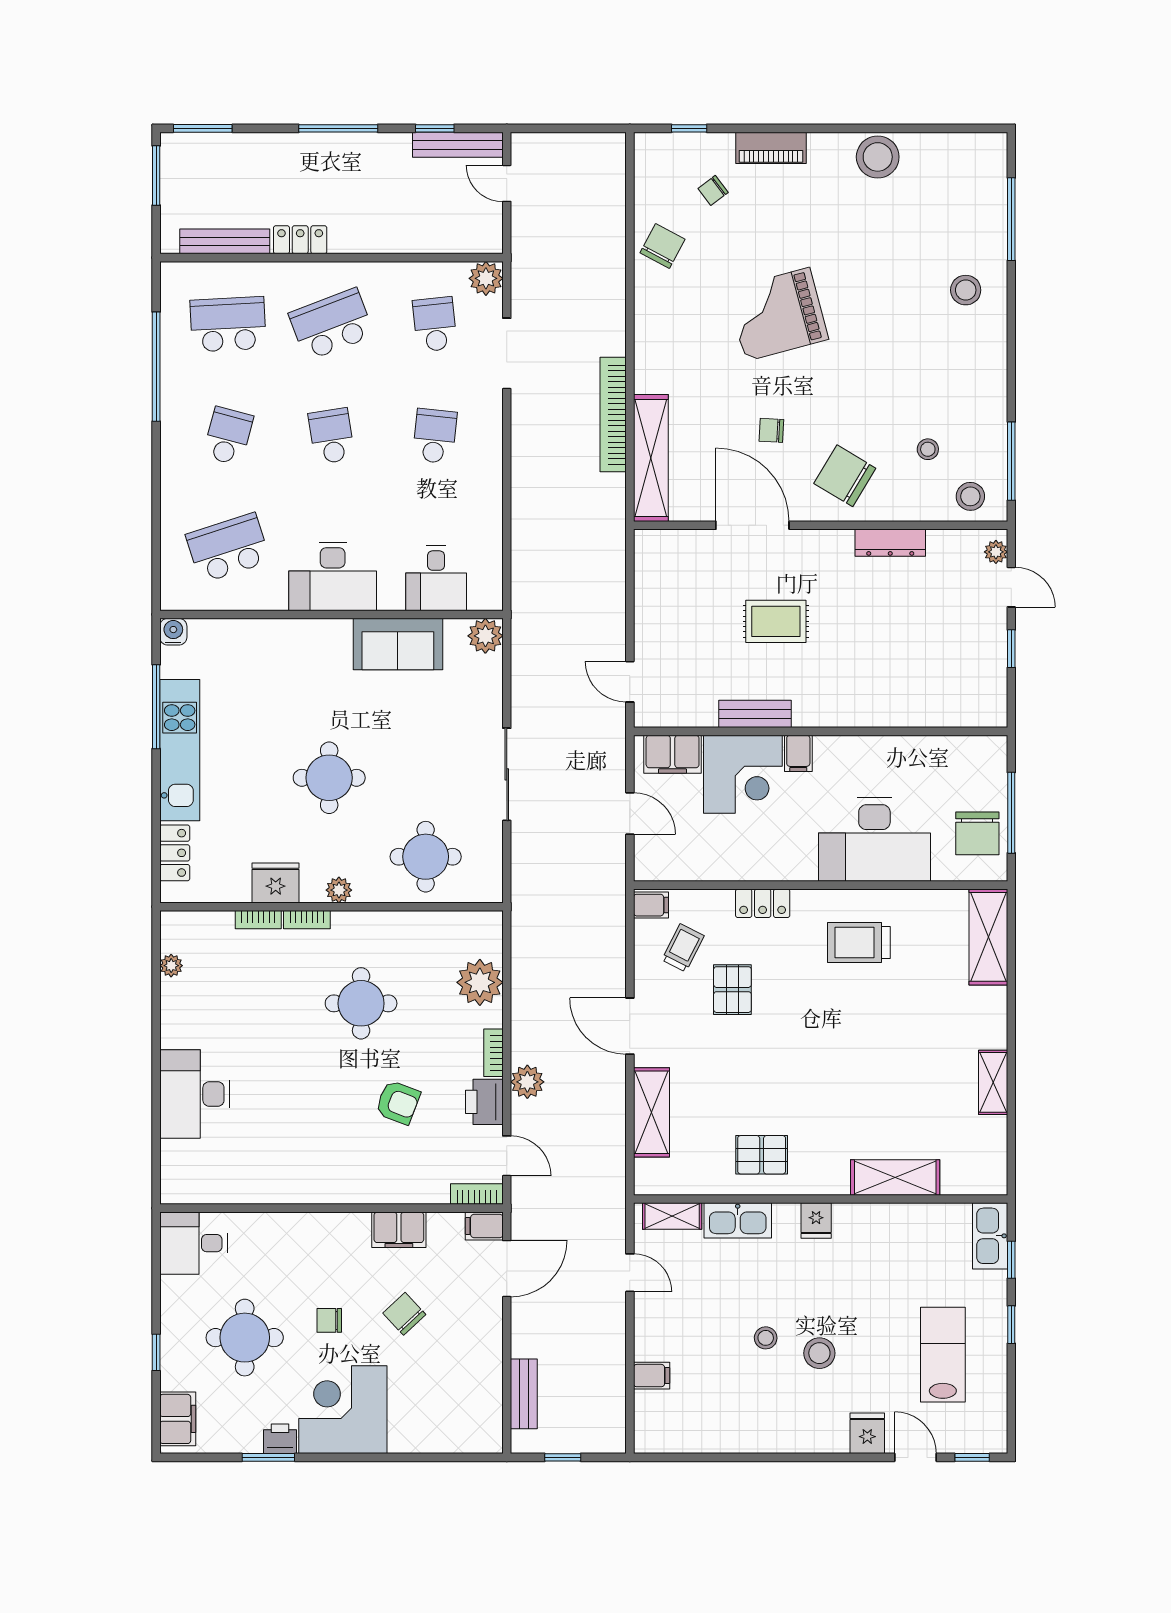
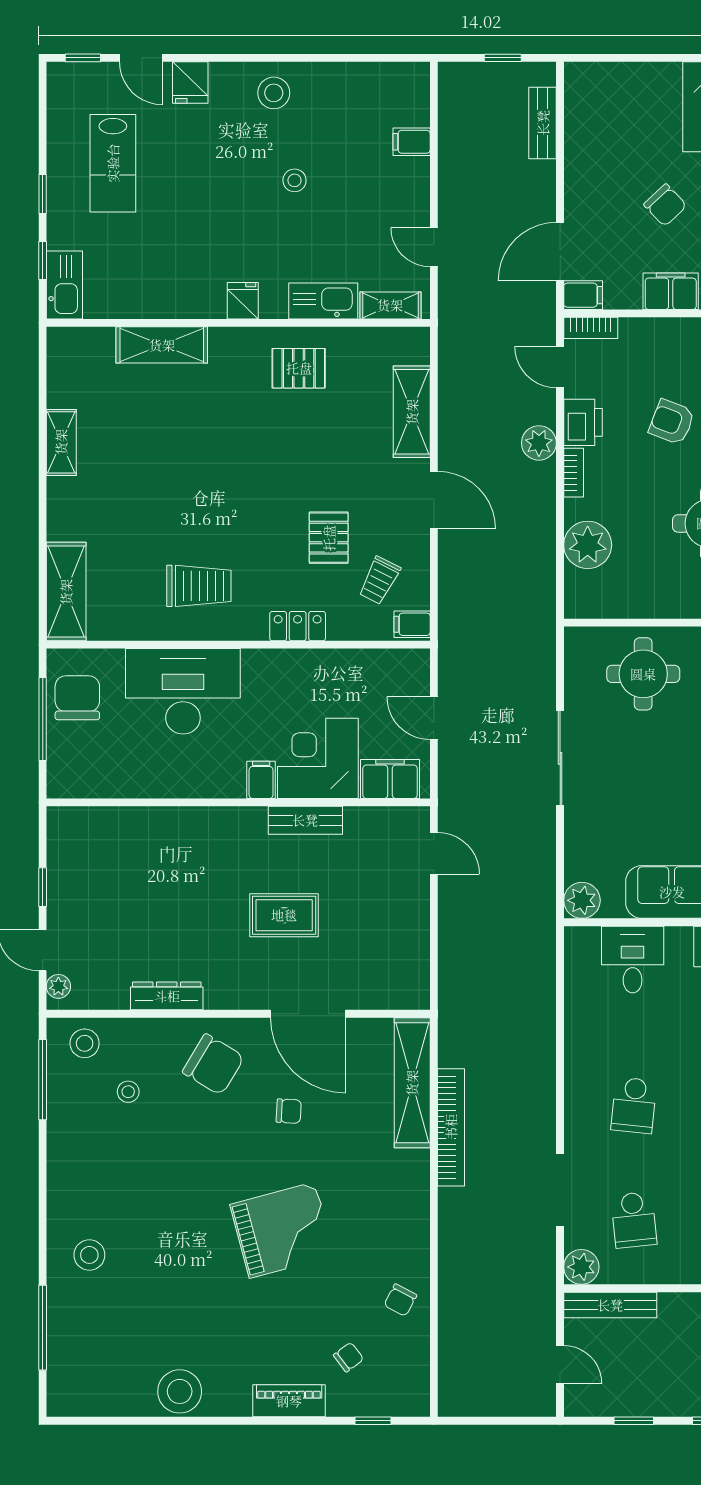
bench: (458, 145) -> (610, 1305), moved
chair: (663, 246) -> (400, 1300), width x0.73, depth x0.73
stool: (819, 1353) -> (274, 93), moved

